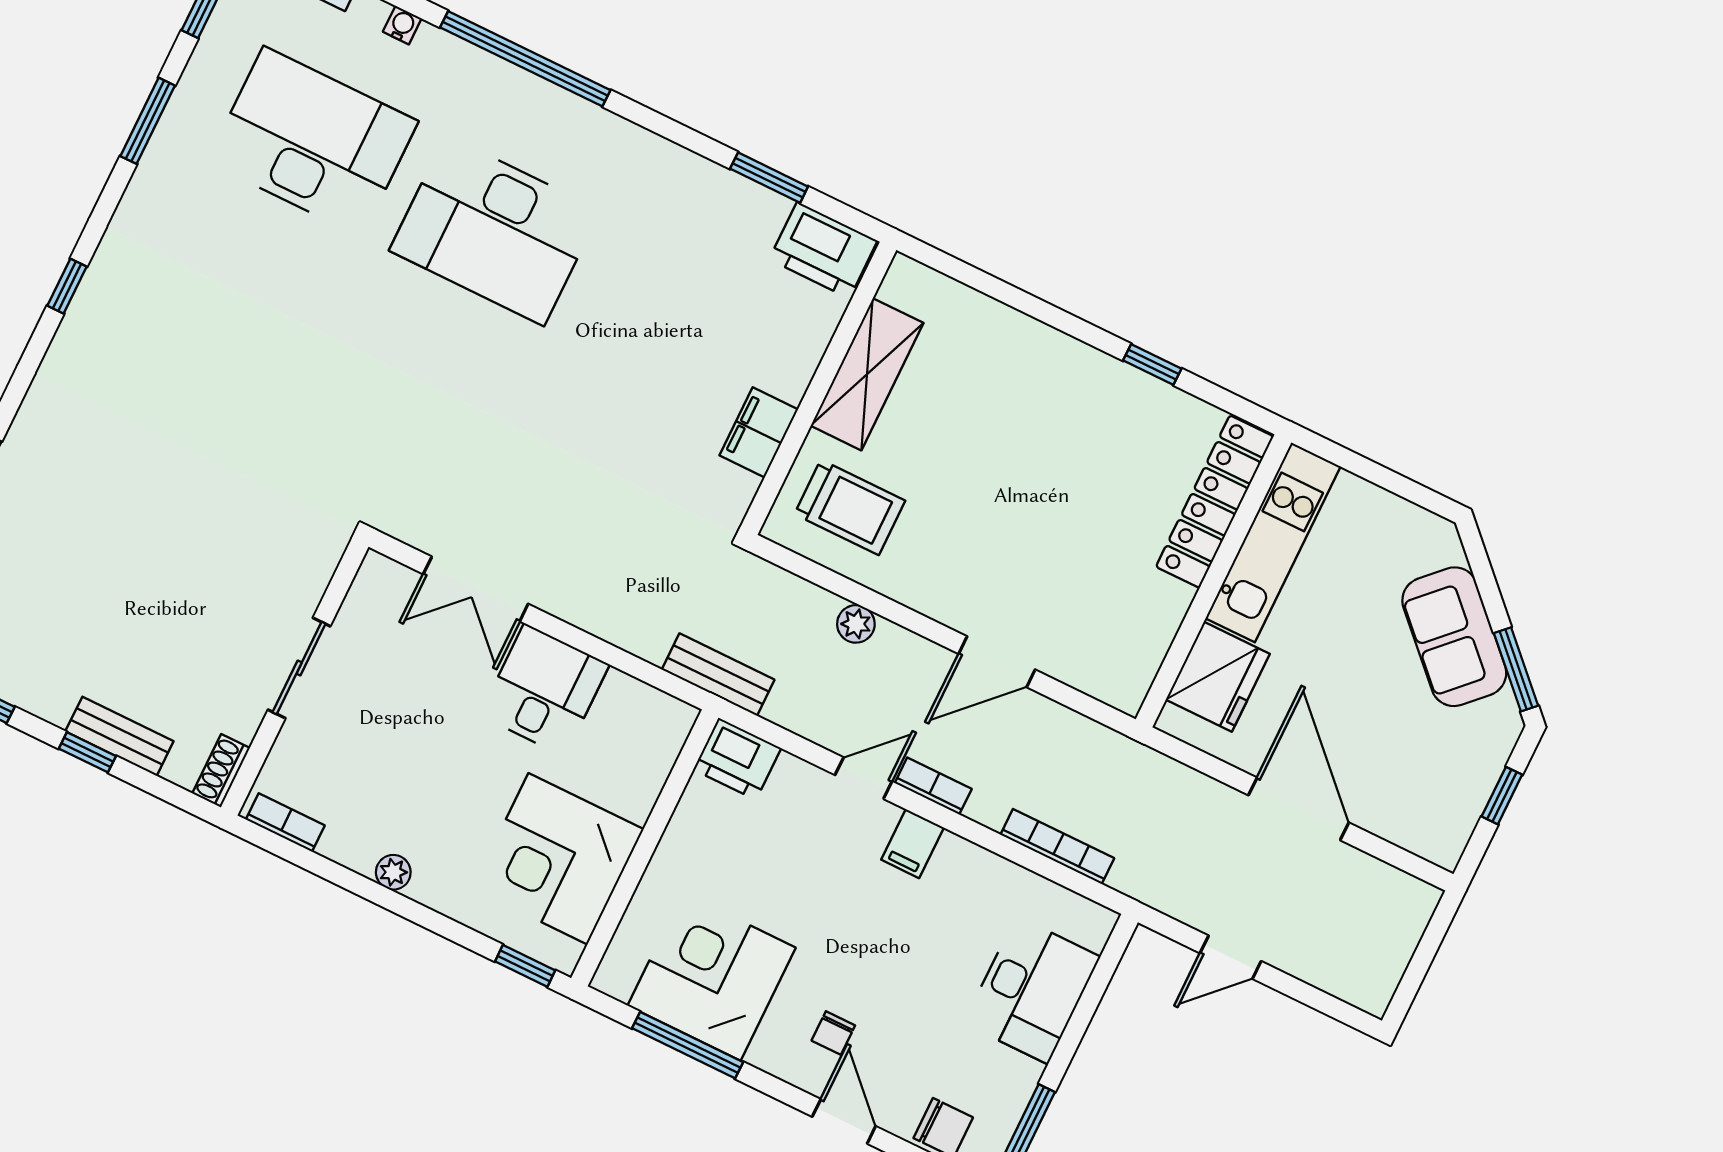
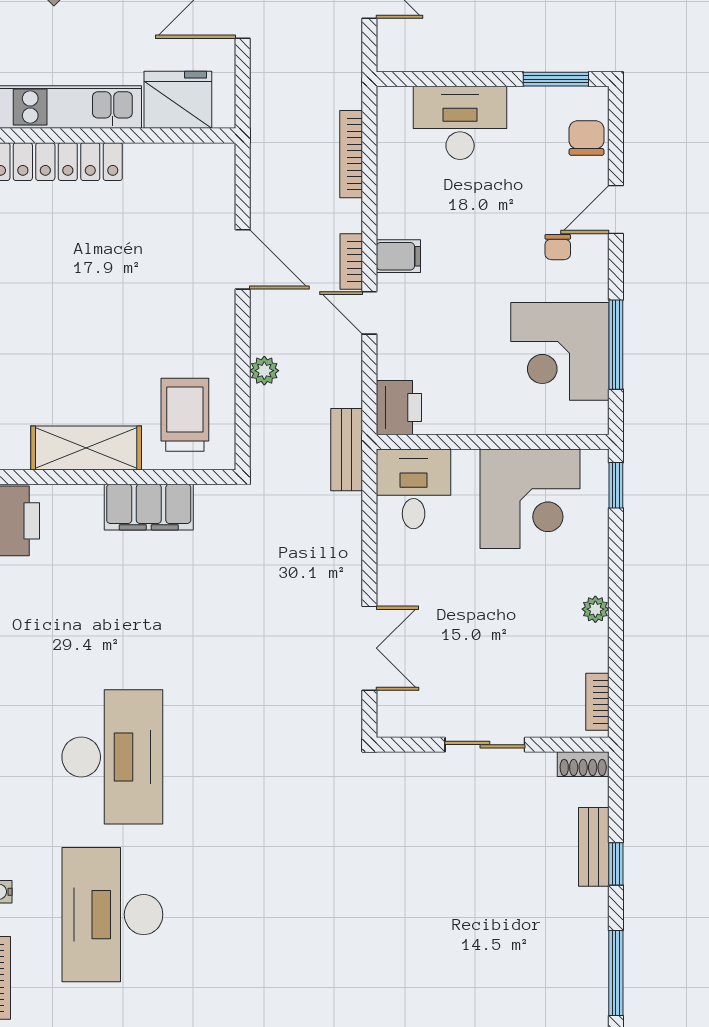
filing cabinet: (759, 432) -> (149, 507), width x1.50, depth x1.17
desk: (545, 690) -> (414, 489), moved, turned 90
chair: (833, 1033) -> (558, 247), turned 90

